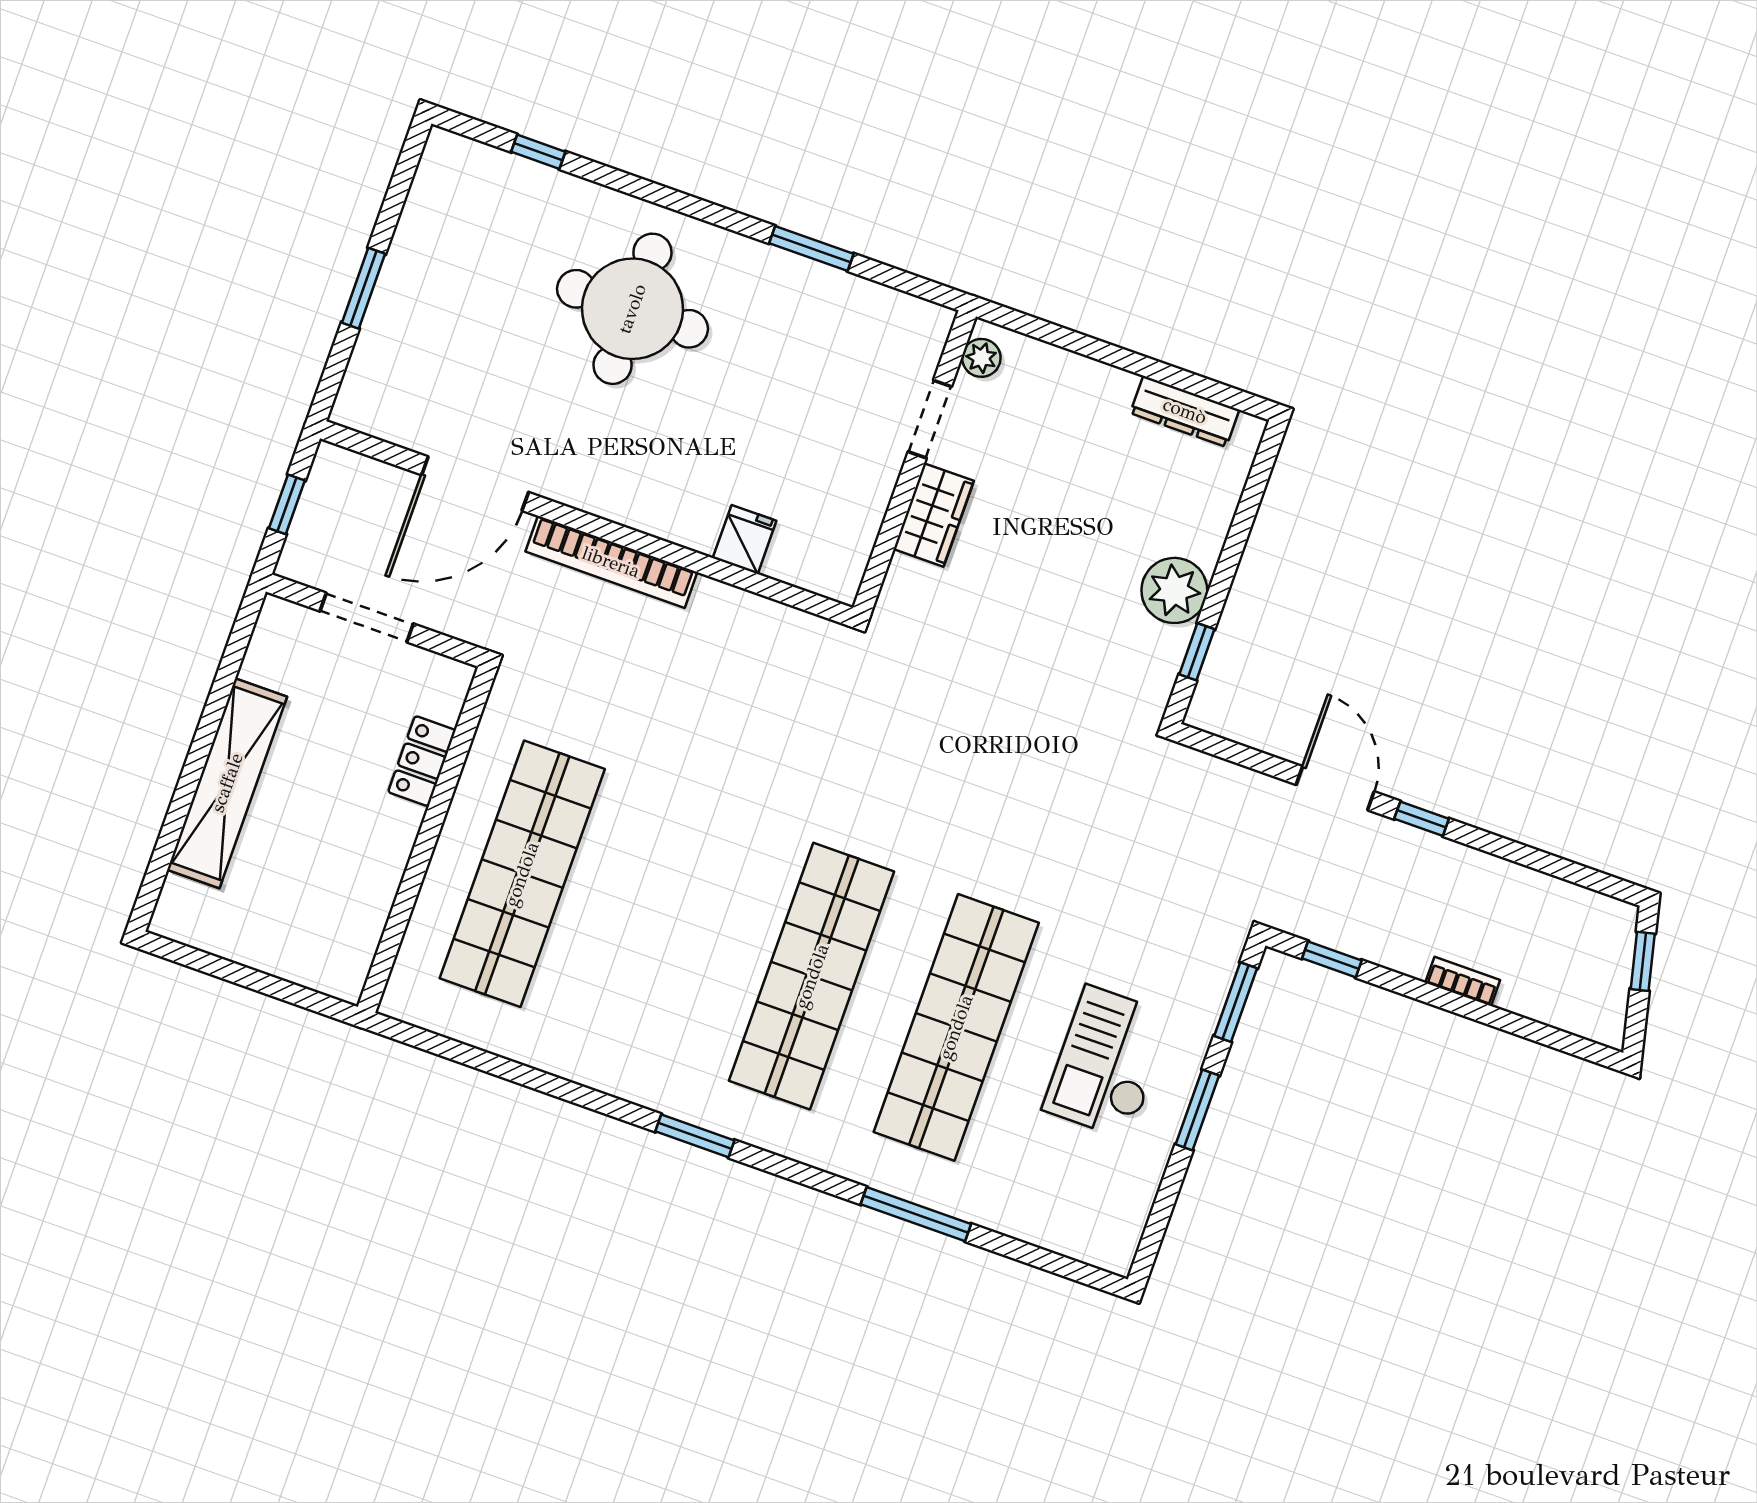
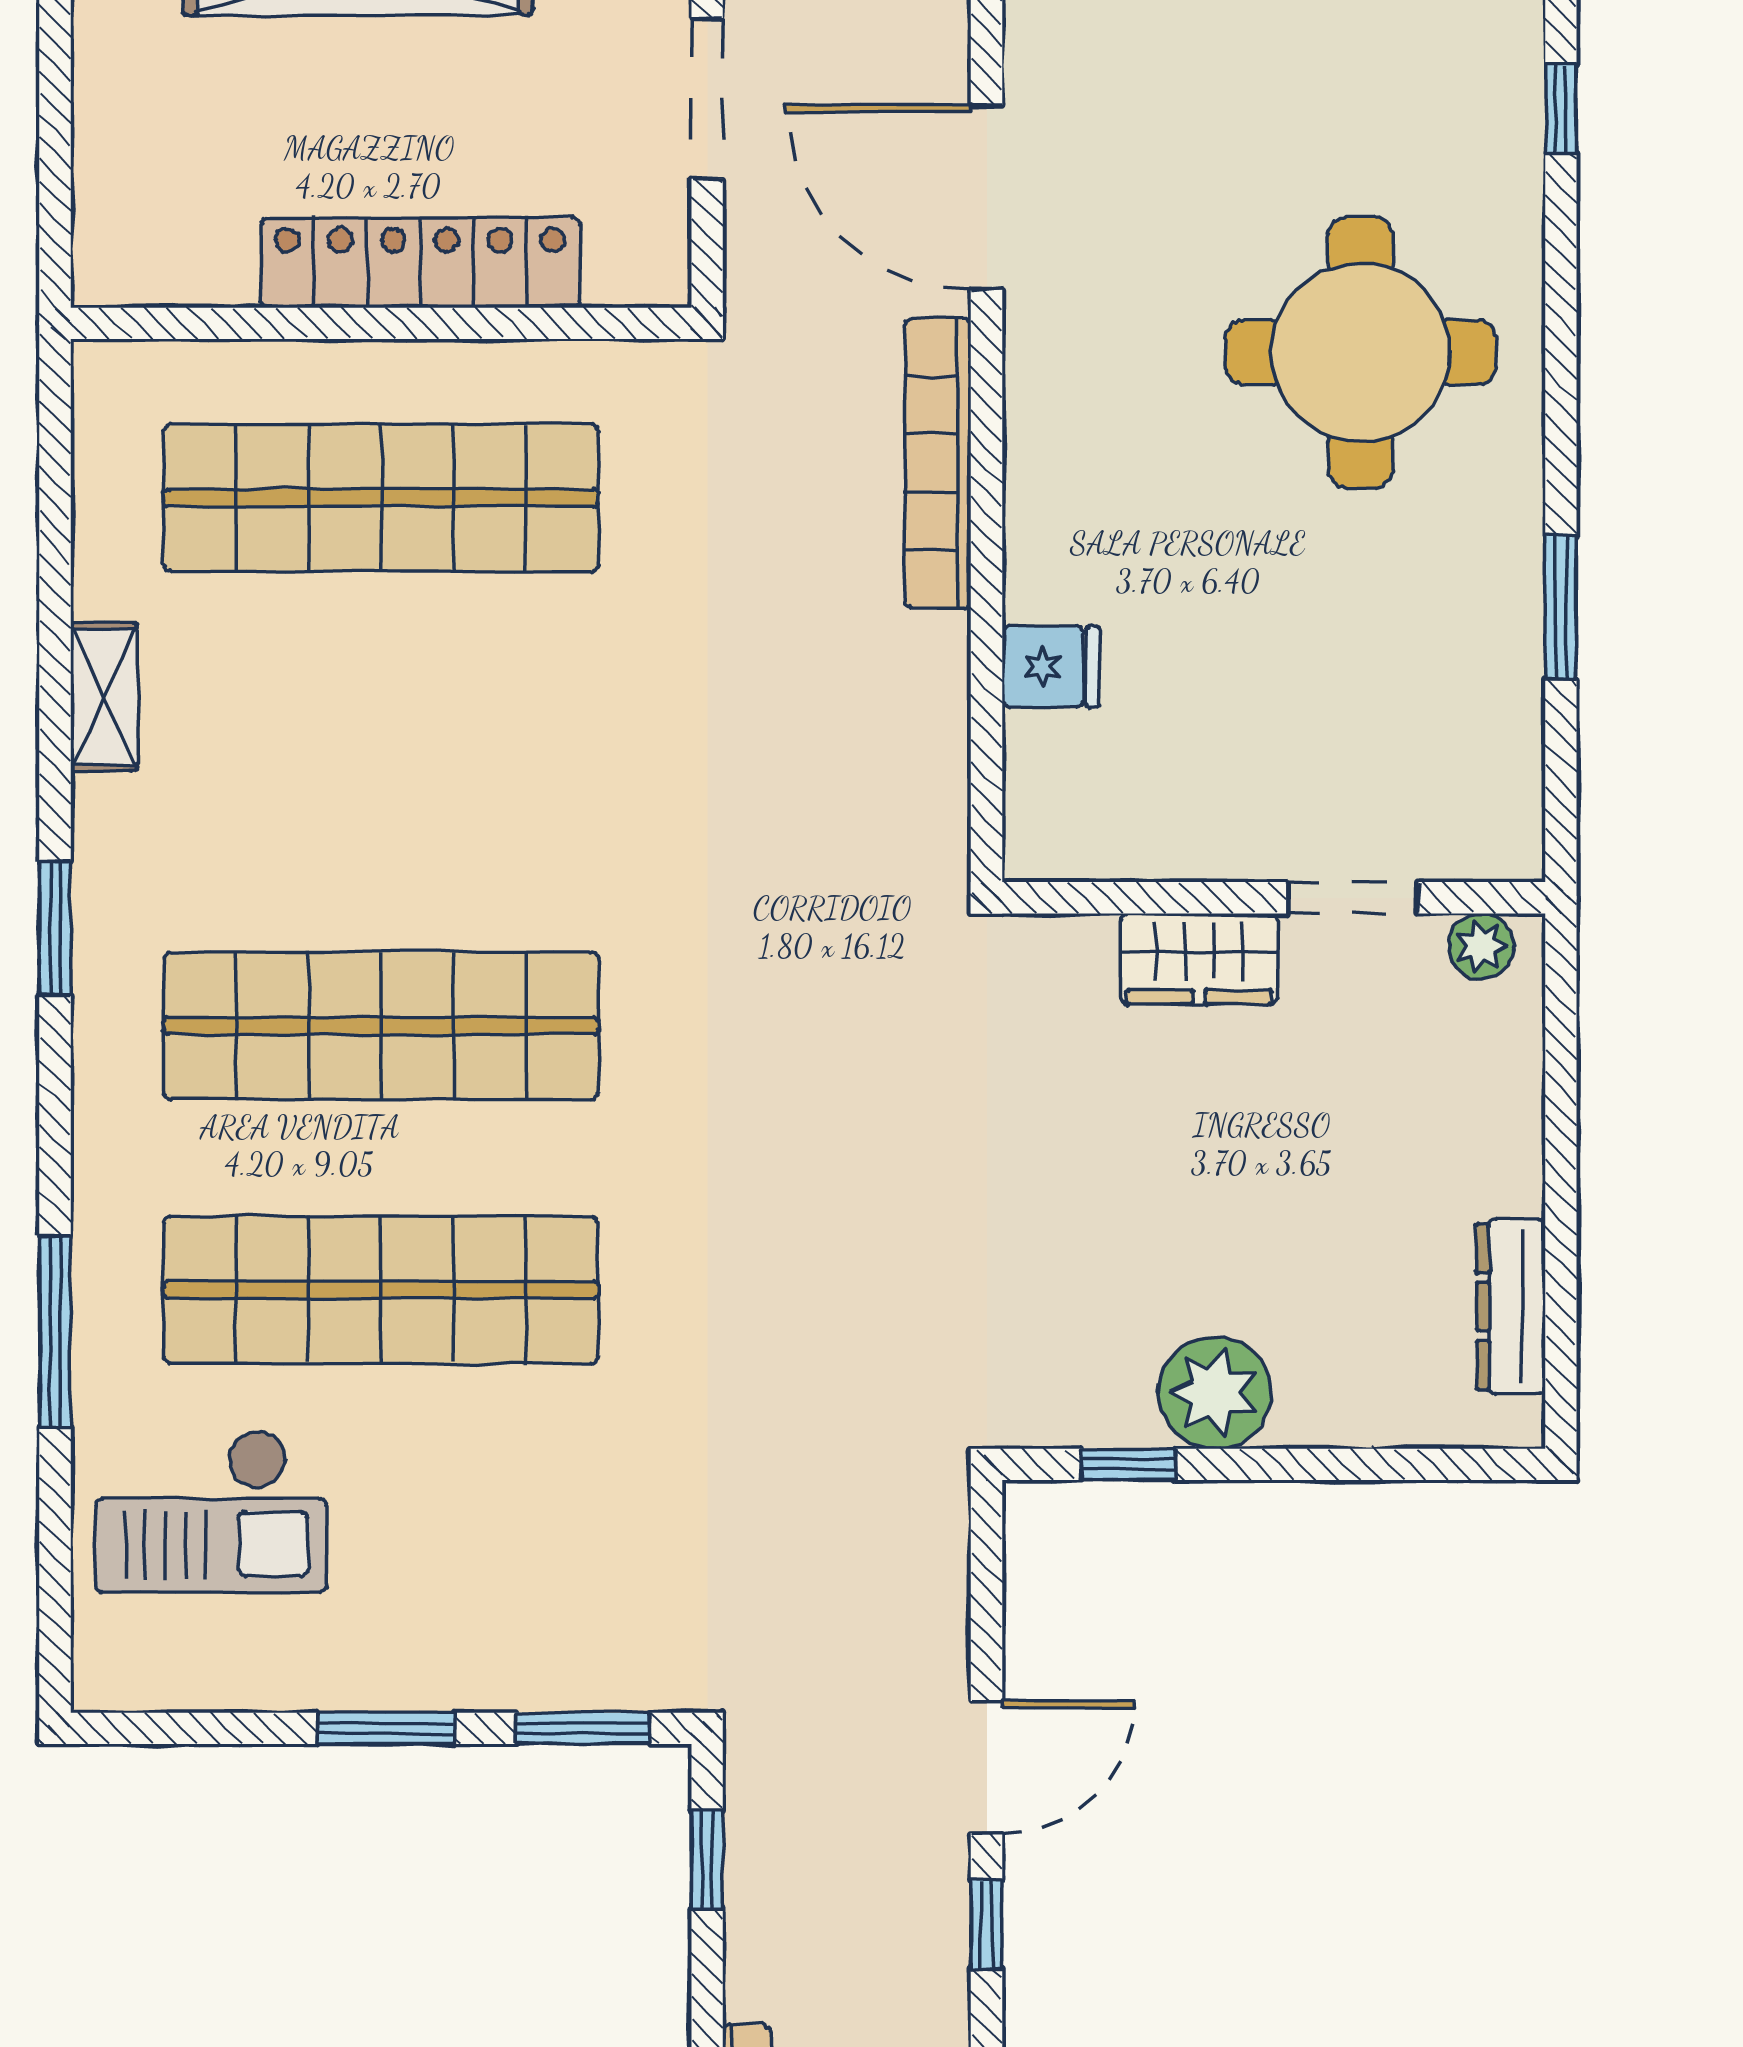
locker: (422, 761) -> (420, 263), width x2.16, depth x1.21
checkout: (1108, 1062) -> (211, 1511), moved, turned 180
shelving: (578, 1064) -> (104, 697), added

